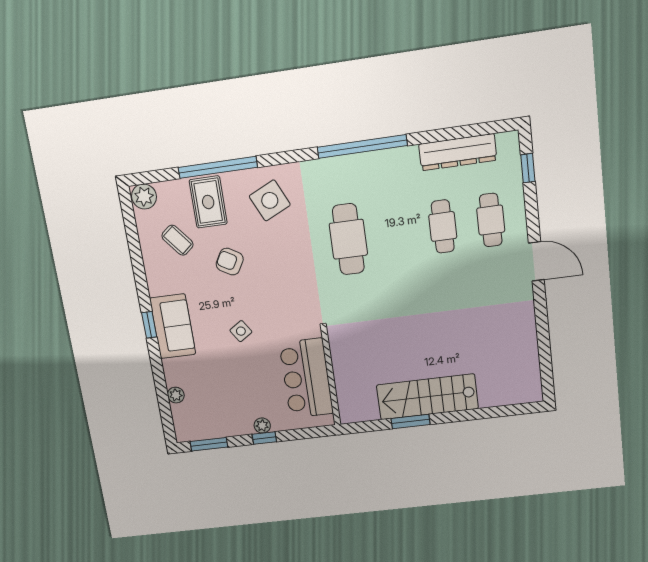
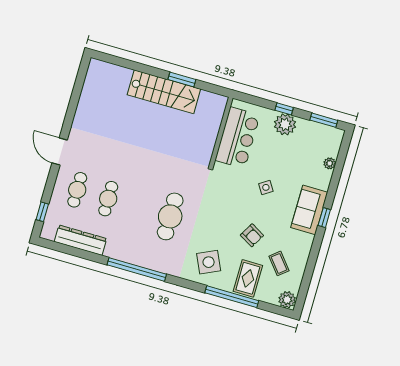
plant: (262, 426) -> (285, 124), width x1.88, depth x1.88

